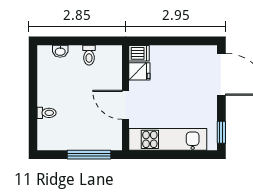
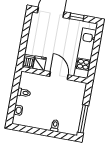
door: (125, 105) -> (59, 76), swing flipped
window: (221, 132) -> (77, 17), moved
window: (89, 155) -> (83, 119), moved

